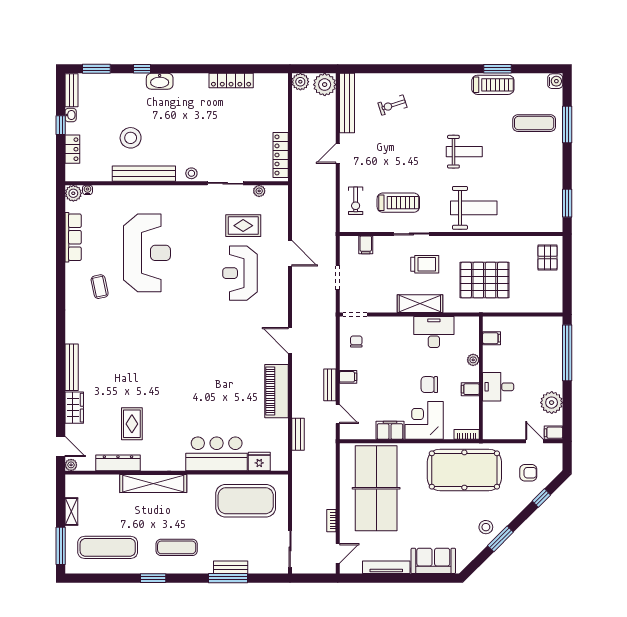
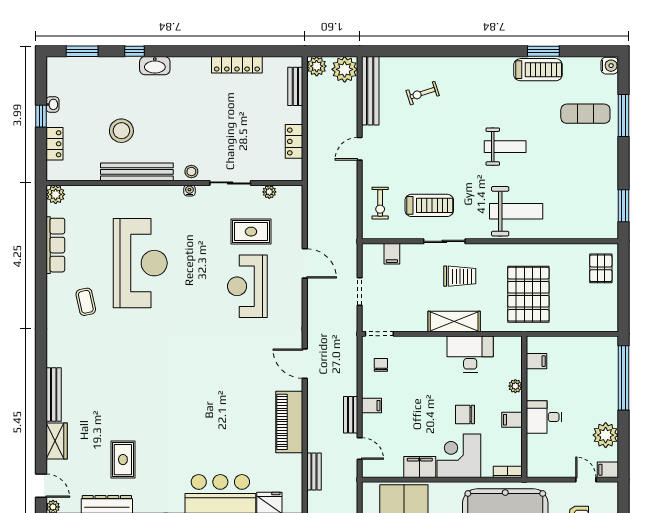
bench: (71, 90) -> (295, 86), moved
locker: (281, 155) -> (294, 141), width x0.66
water cooler: (88, 190) -> (189, 191), moved
pallet: (484, 280) -> (528, 294), turned 90

